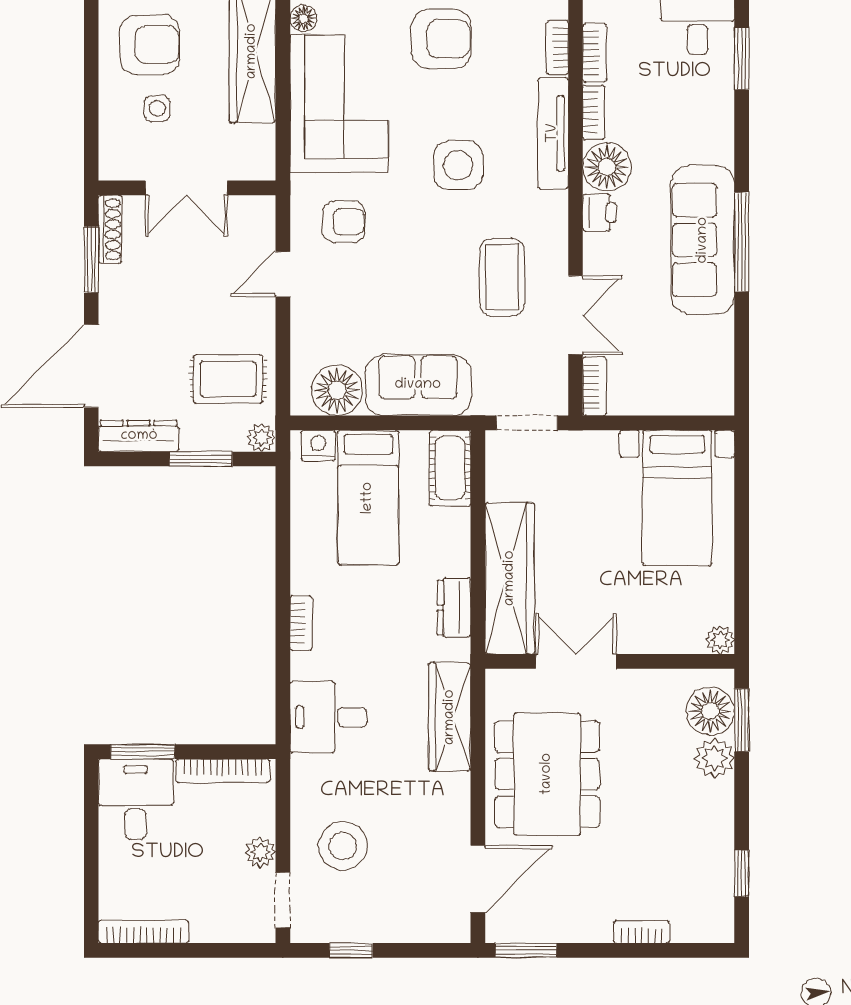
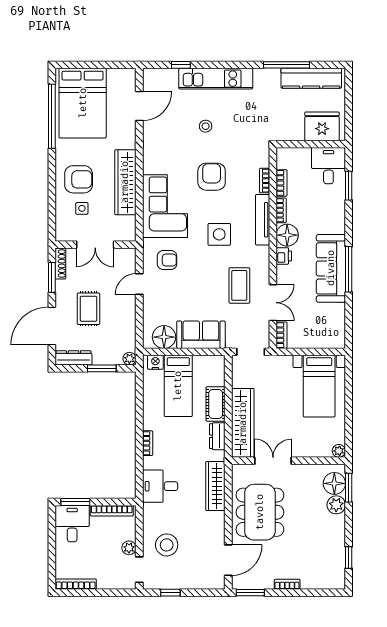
floor lamp: (303, 18) -> (149, 167), removed
armchair: (441, 39) -> (212, 177), turned -90
rug: (228, 379) -> (89, 309), moved, turned 90
cot: (450, 468) -> (216, 404), moved
bookcase: (642, 932) -> (287, 584), moved

